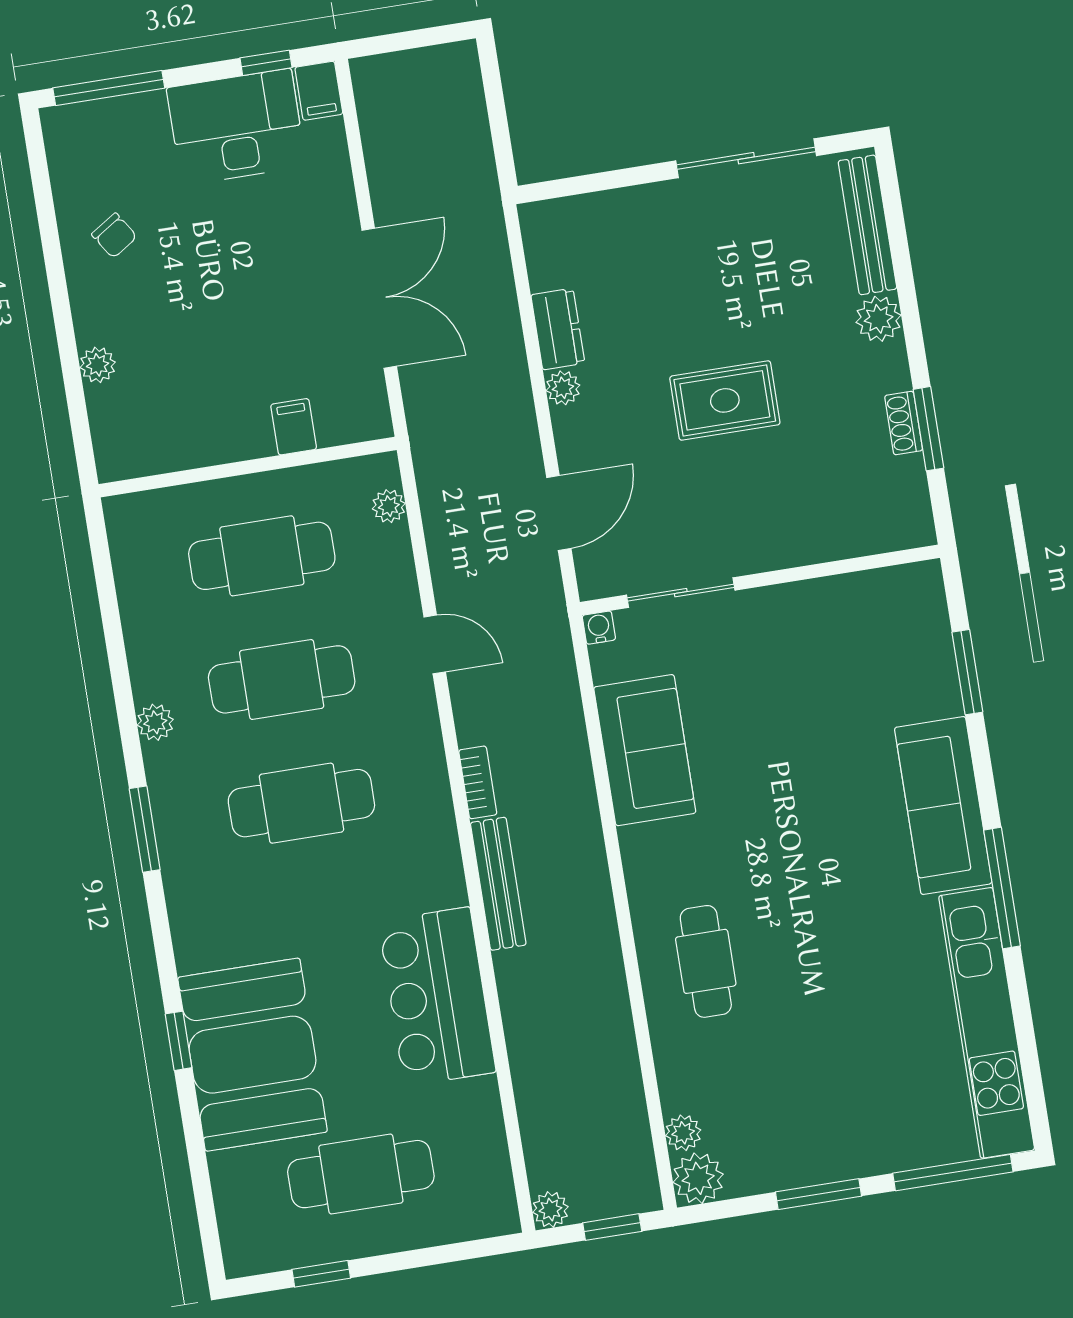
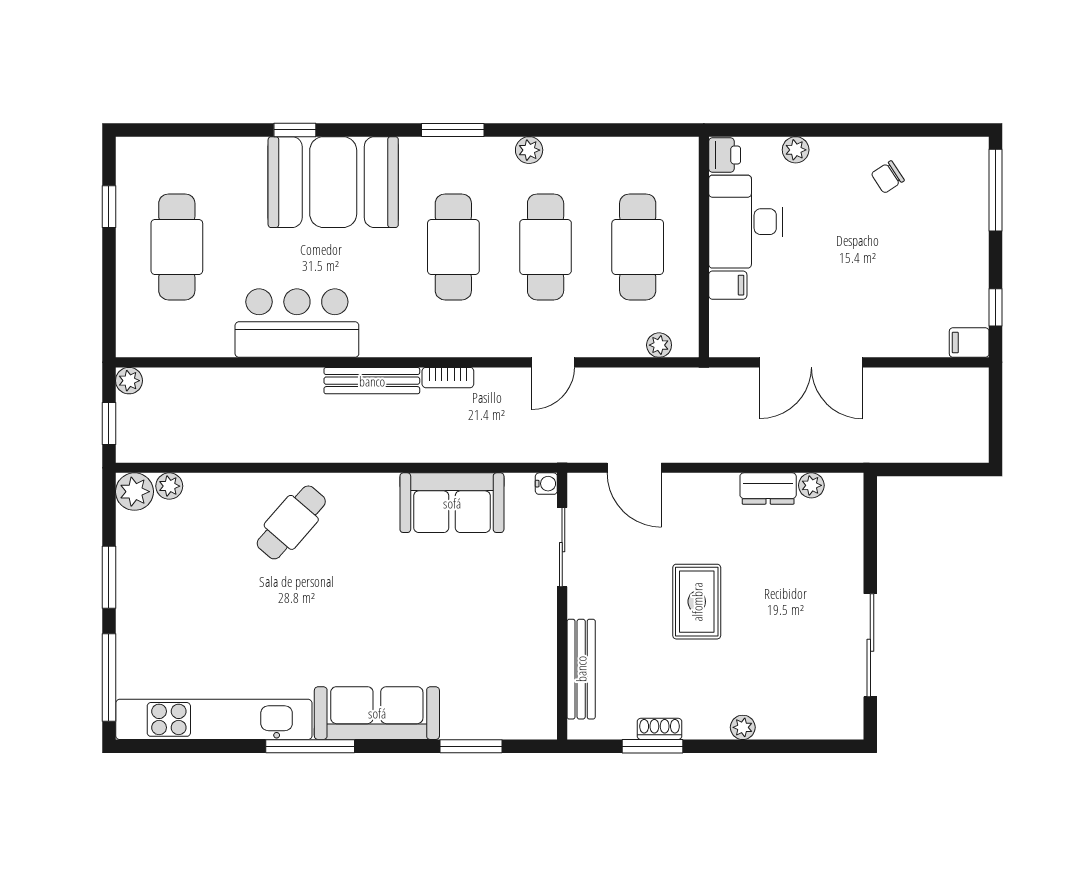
desk: (236, 127) -> (745, 222), moved, turned 180
bench: (867, 225) -> (581, 669), moved, turned 90
plant: (879, 319) -> (743, 727), width x0.73, depth x0.73
plant: (563, 388) -> (811, 485), moved
printer: (120, 459) -> (725, 155), added
cafe table: (706, 961) -> (291, 522), turned -49
booth: (253, 1055) -> (333, 182), moved

